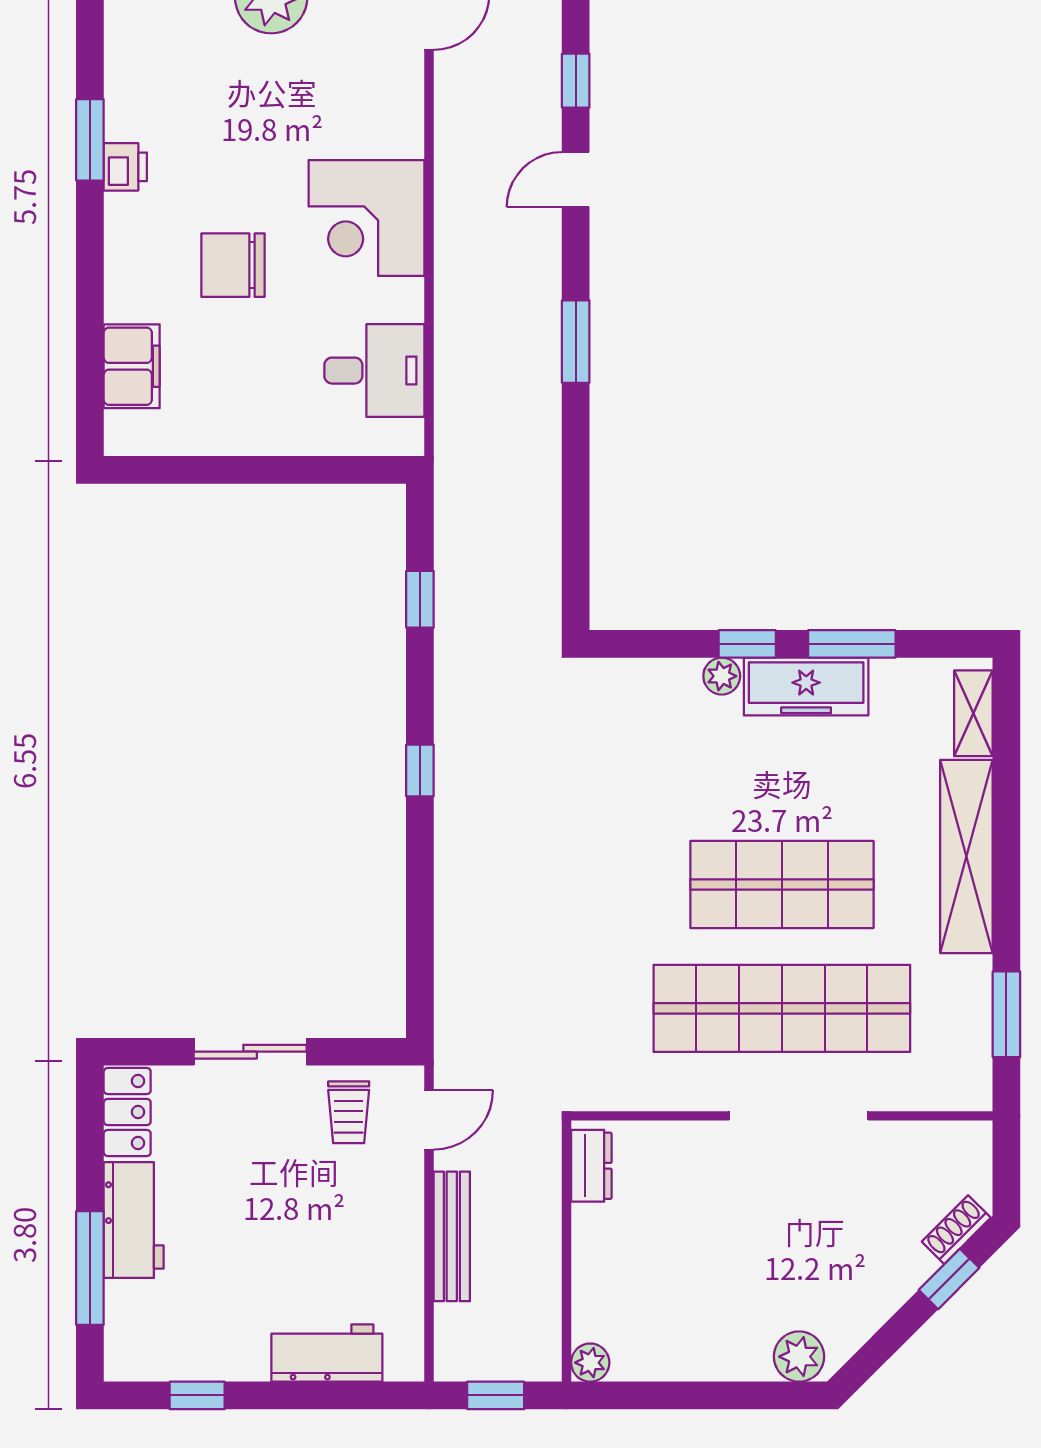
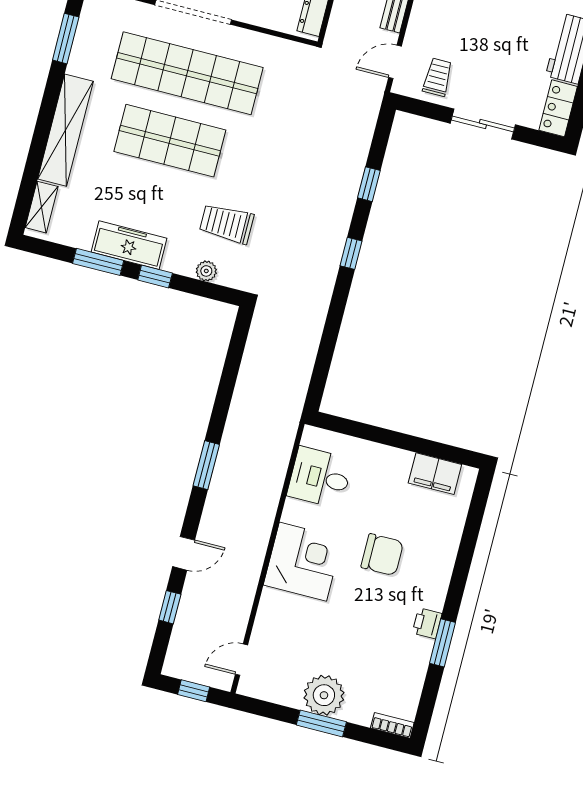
filing cabinet: (132, 366) -> (435, 474), moved, turned -90
window: (420, 599) -> (369, 184), moved
plant: (722, 676) -> (206, 271), moved
trolley: (647, 767) -> (227, 224), added

